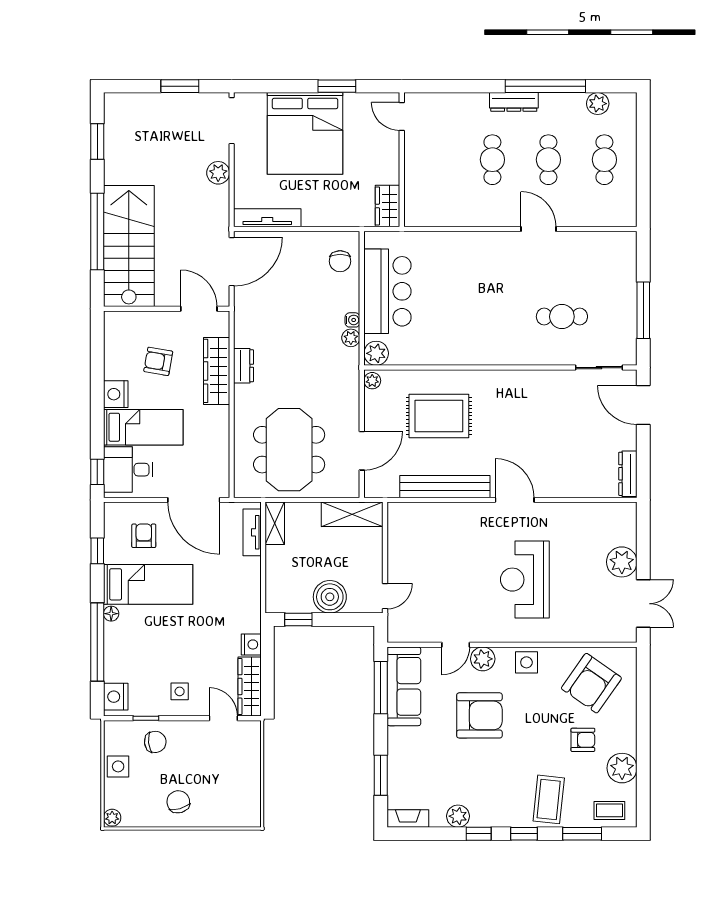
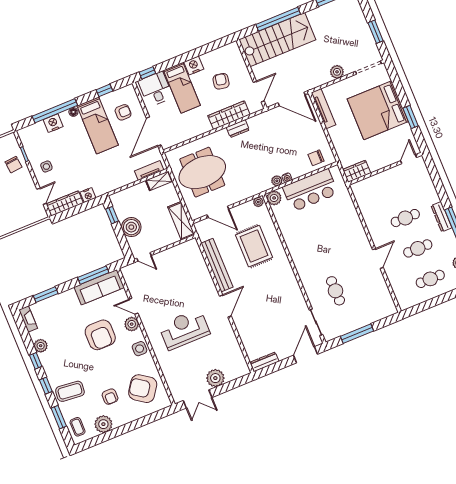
nightstand: (116, 697) -> (53, 123), moved

